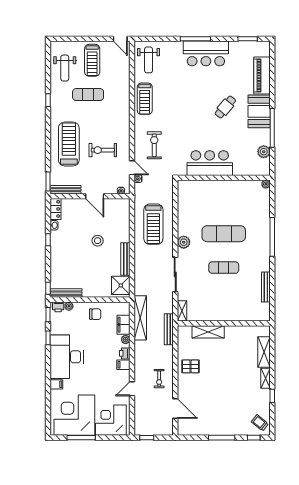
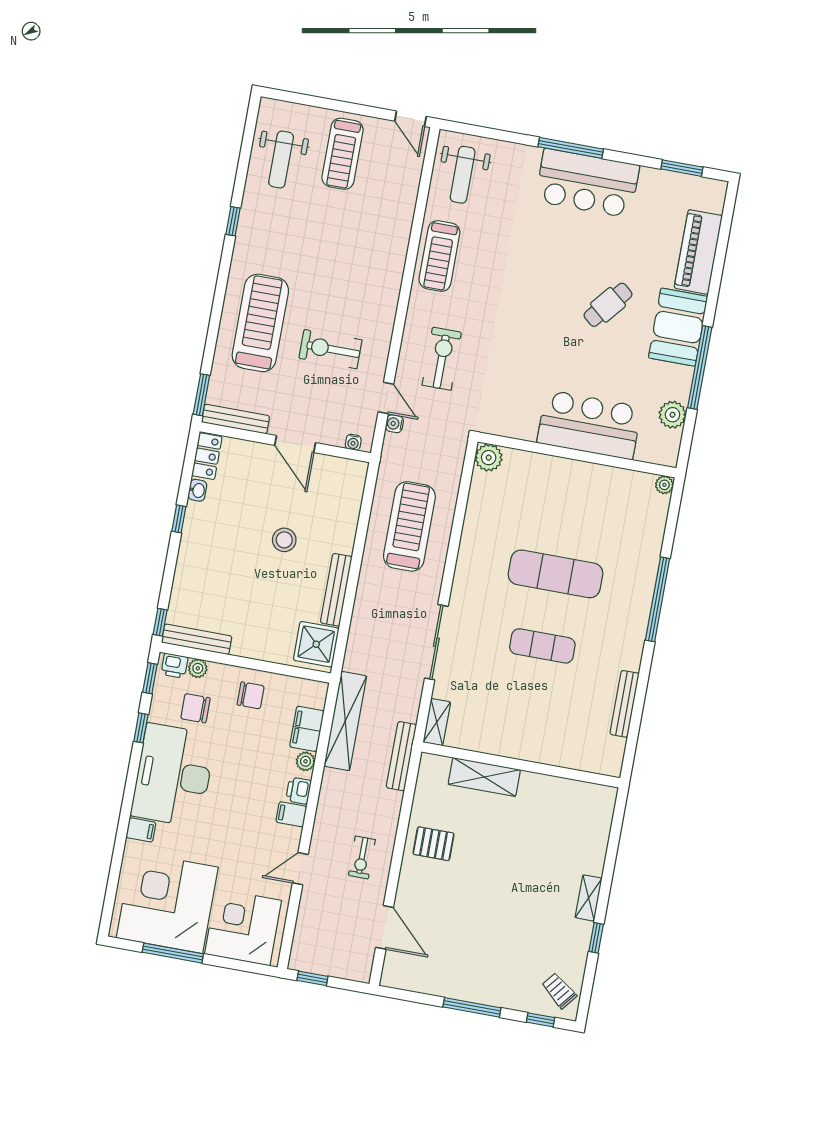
exercise mat: (88, 95) -> (320, 225), removed
bar counter: (210, 163) -> (589, 425), moved
treadmill: (153, 224) -> (409, 526), turned 180
plant: (184, 242) -> (489, 458), moved
chair: (71, 324) -> (195, 708), added
shelving: (264, 352) -> (595, 841), removed

